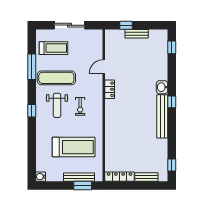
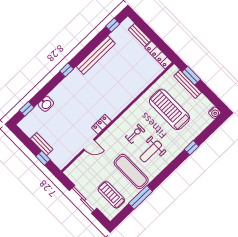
washbasin: (162, 87) -> (46, 104), moved
weight bench: (57, 105) -> (151, 151), turned 180
window: (32, 111) -> (192, 148), moved
bench: (162, 116) -> (96, 55), moved

